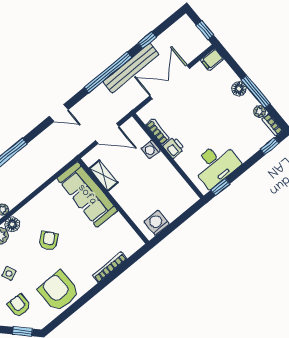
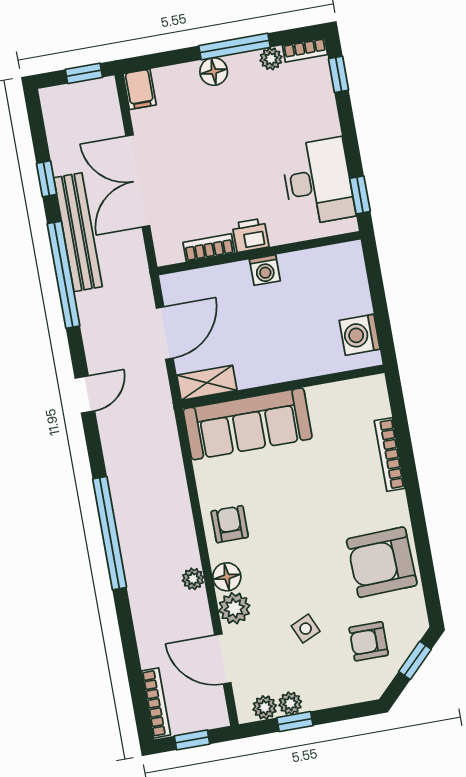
washing machine: (151, 149) -> (265, 270), moved
shelving: (104, 175) -> (207, 383), moved
armchair: (49, 241) -> (230, 524), moved, turned 40

